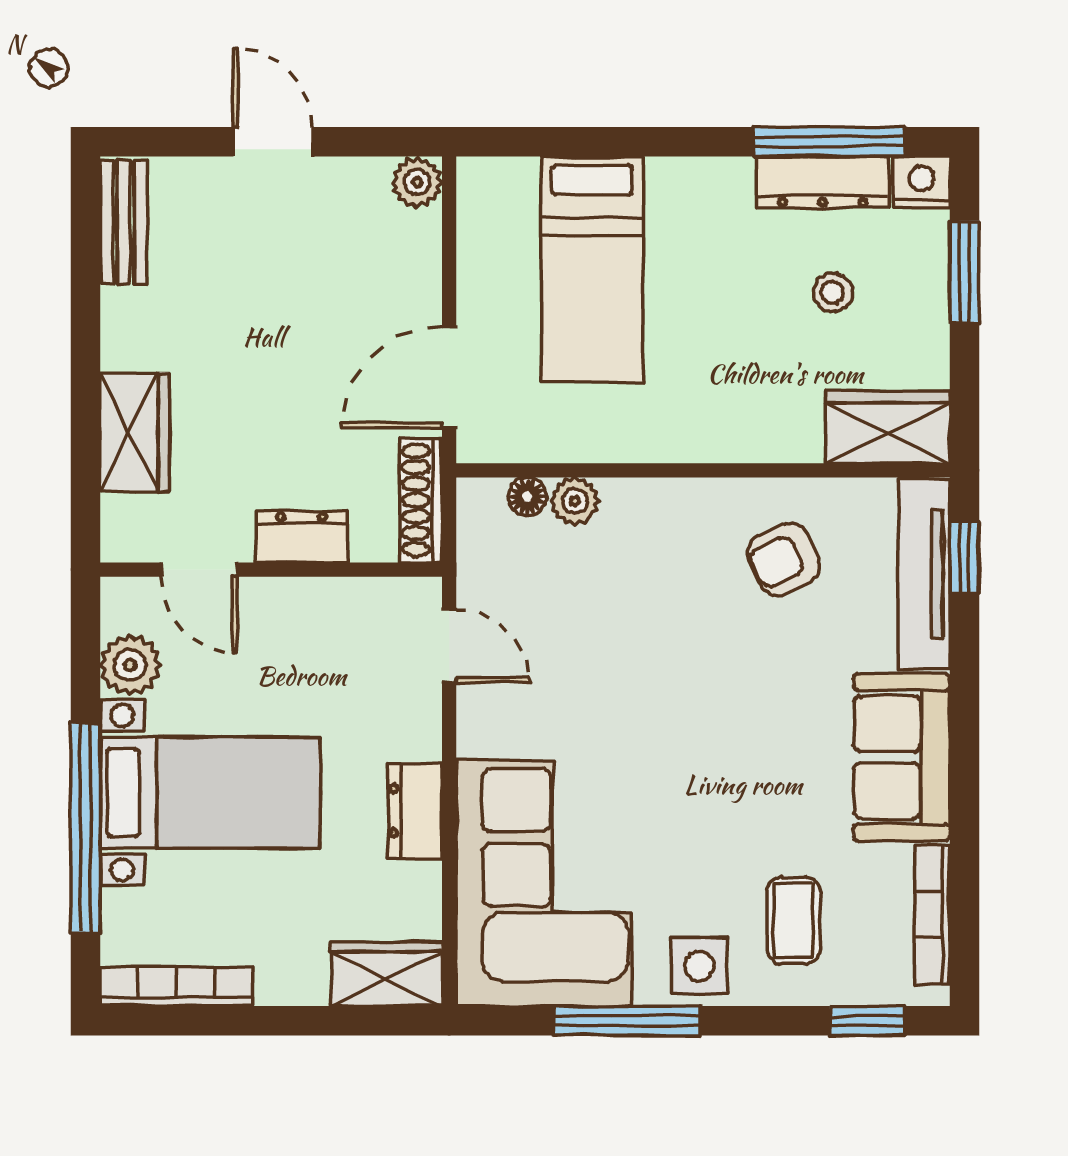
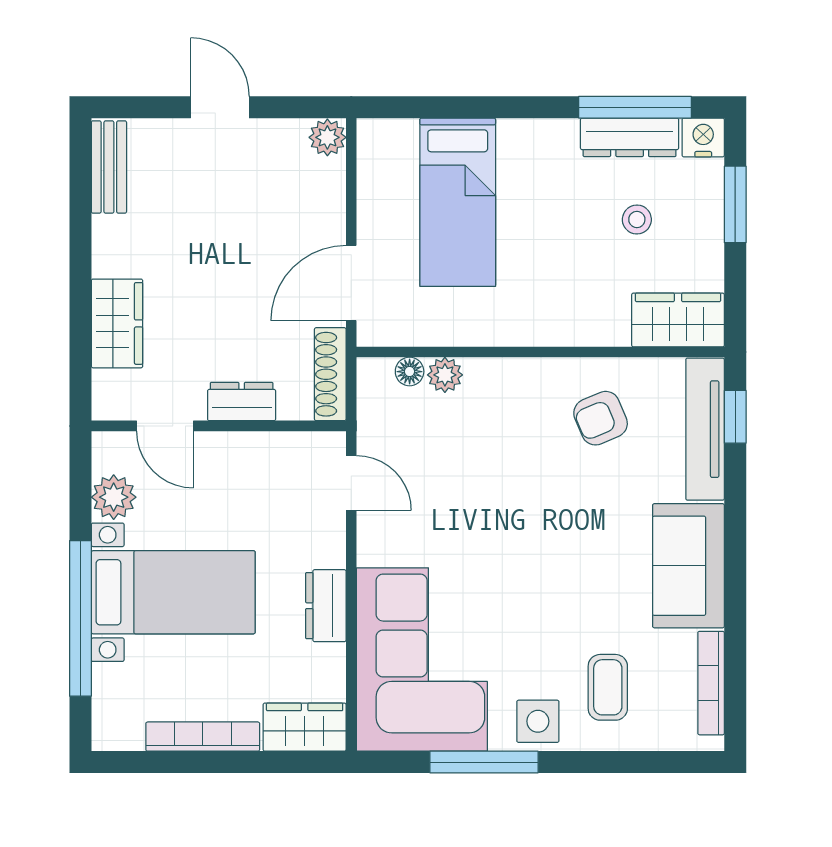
bookcase: (177, 987) -> (203, 737), moved
window: (867, 1021) -> (663, 762), removed

